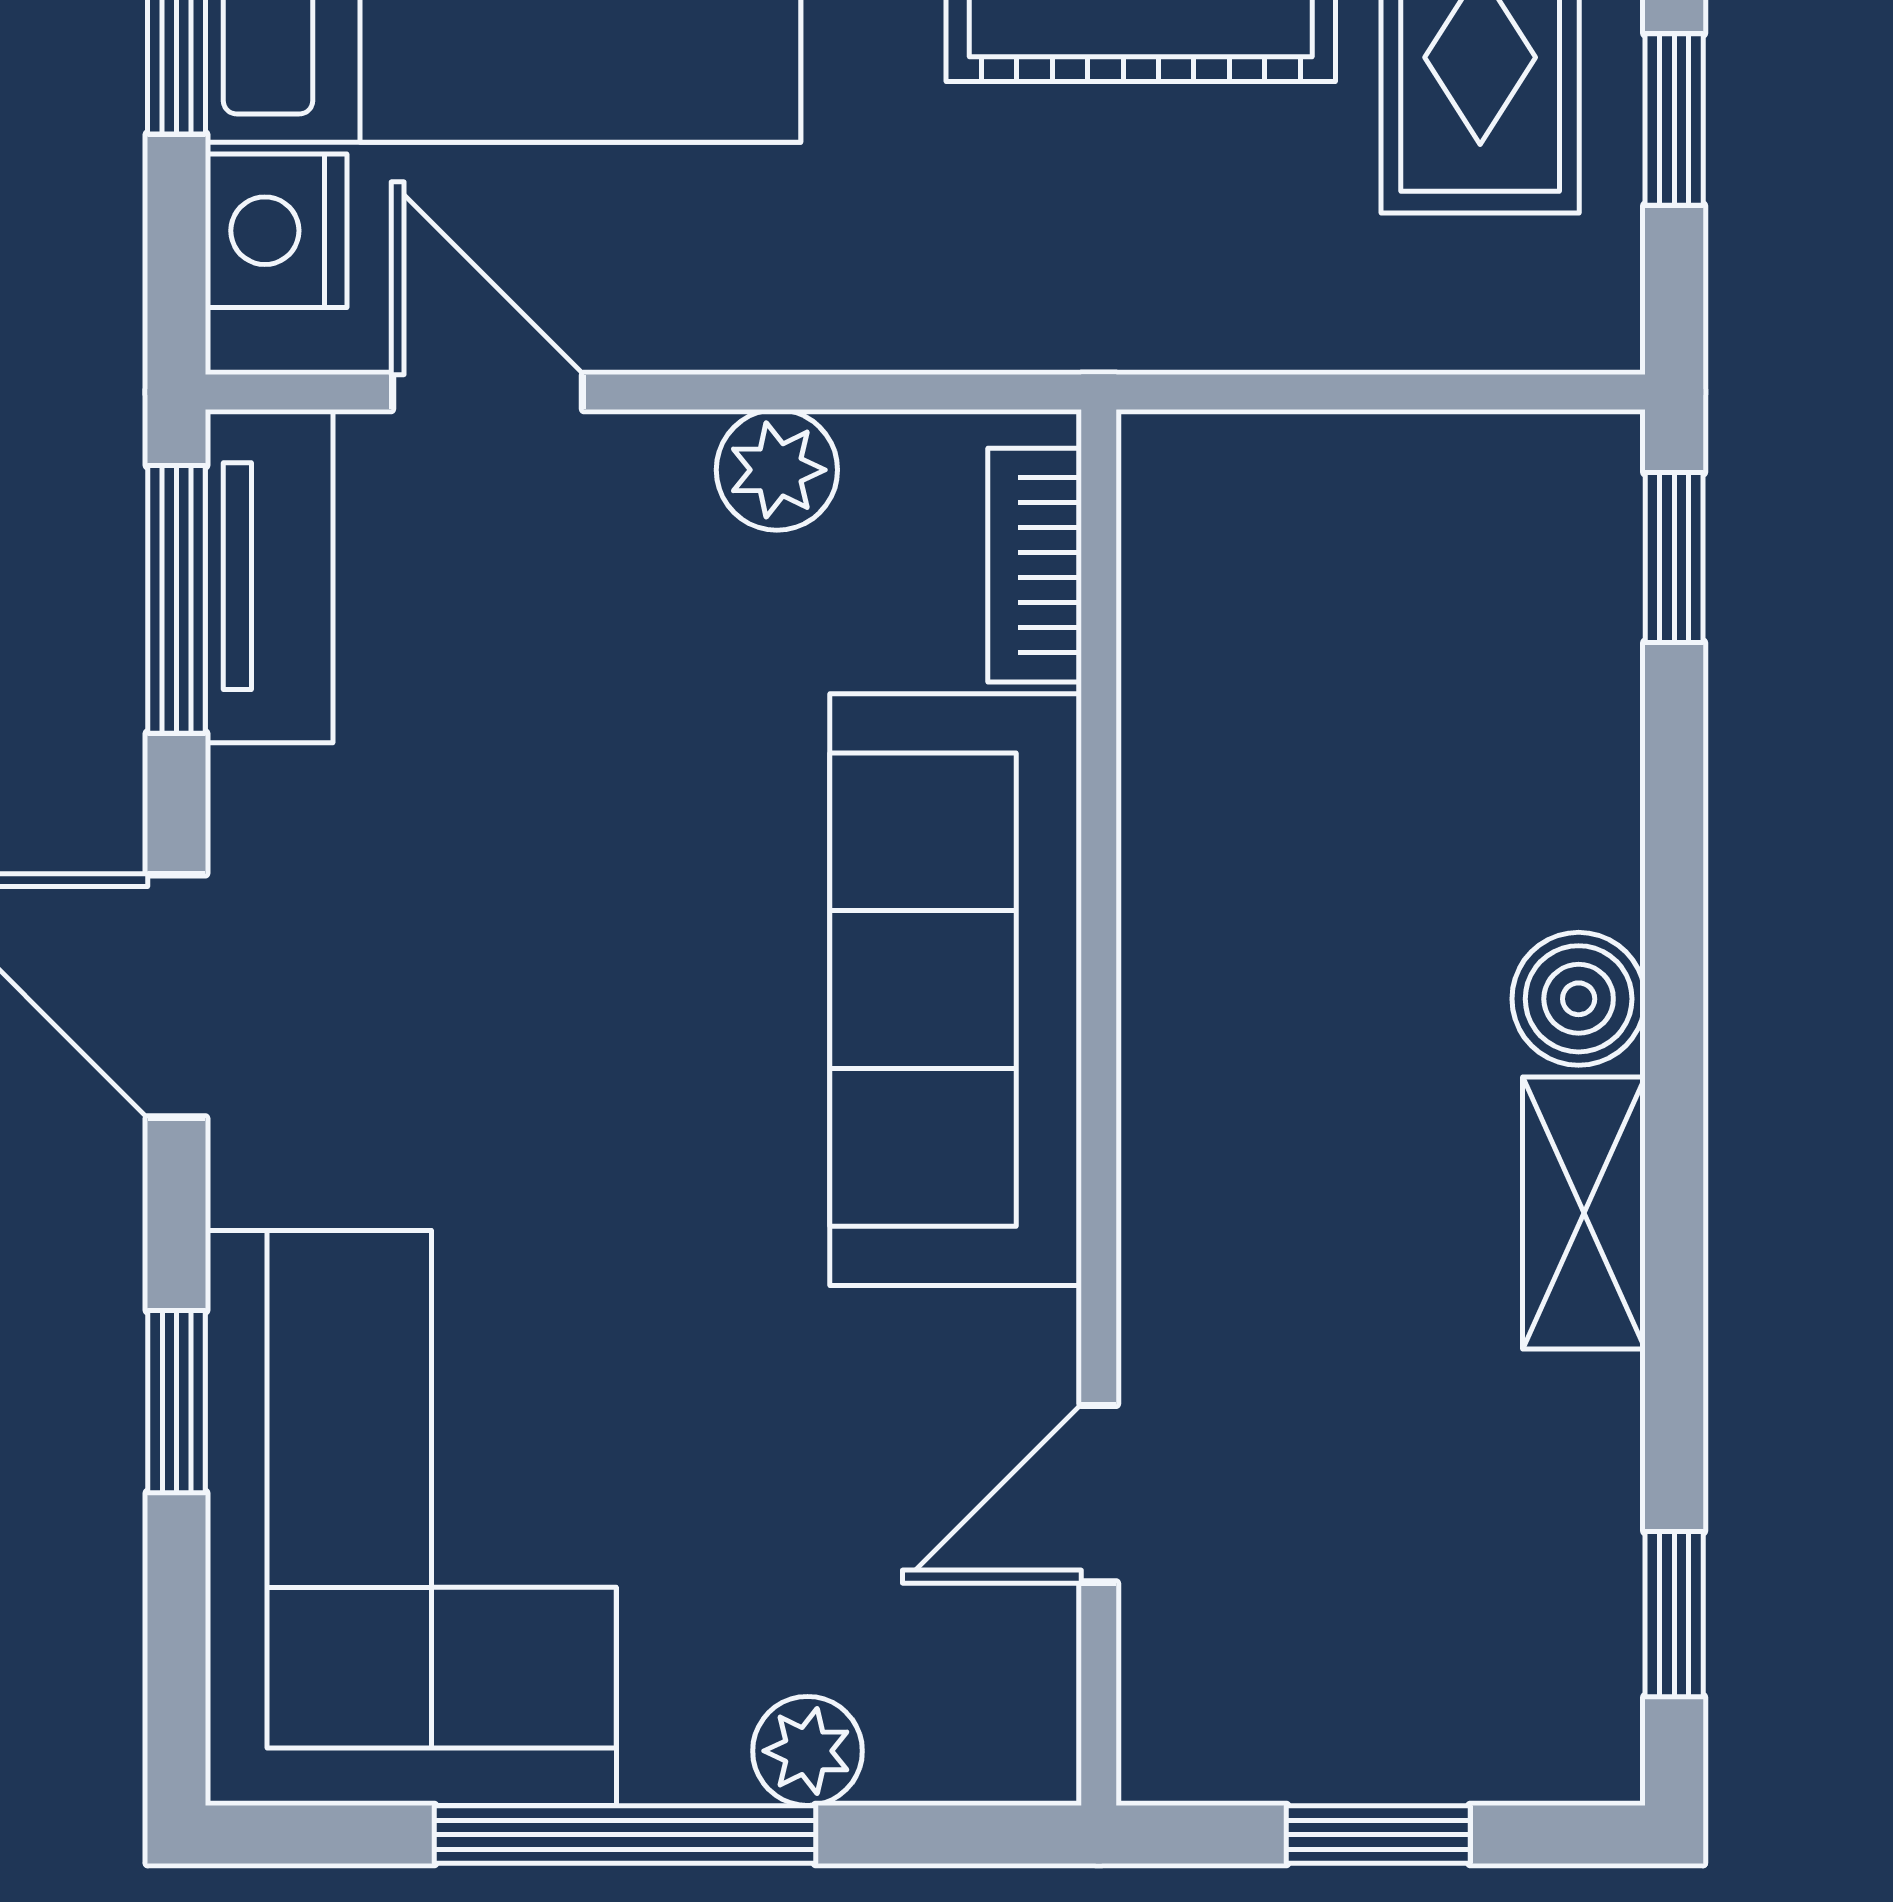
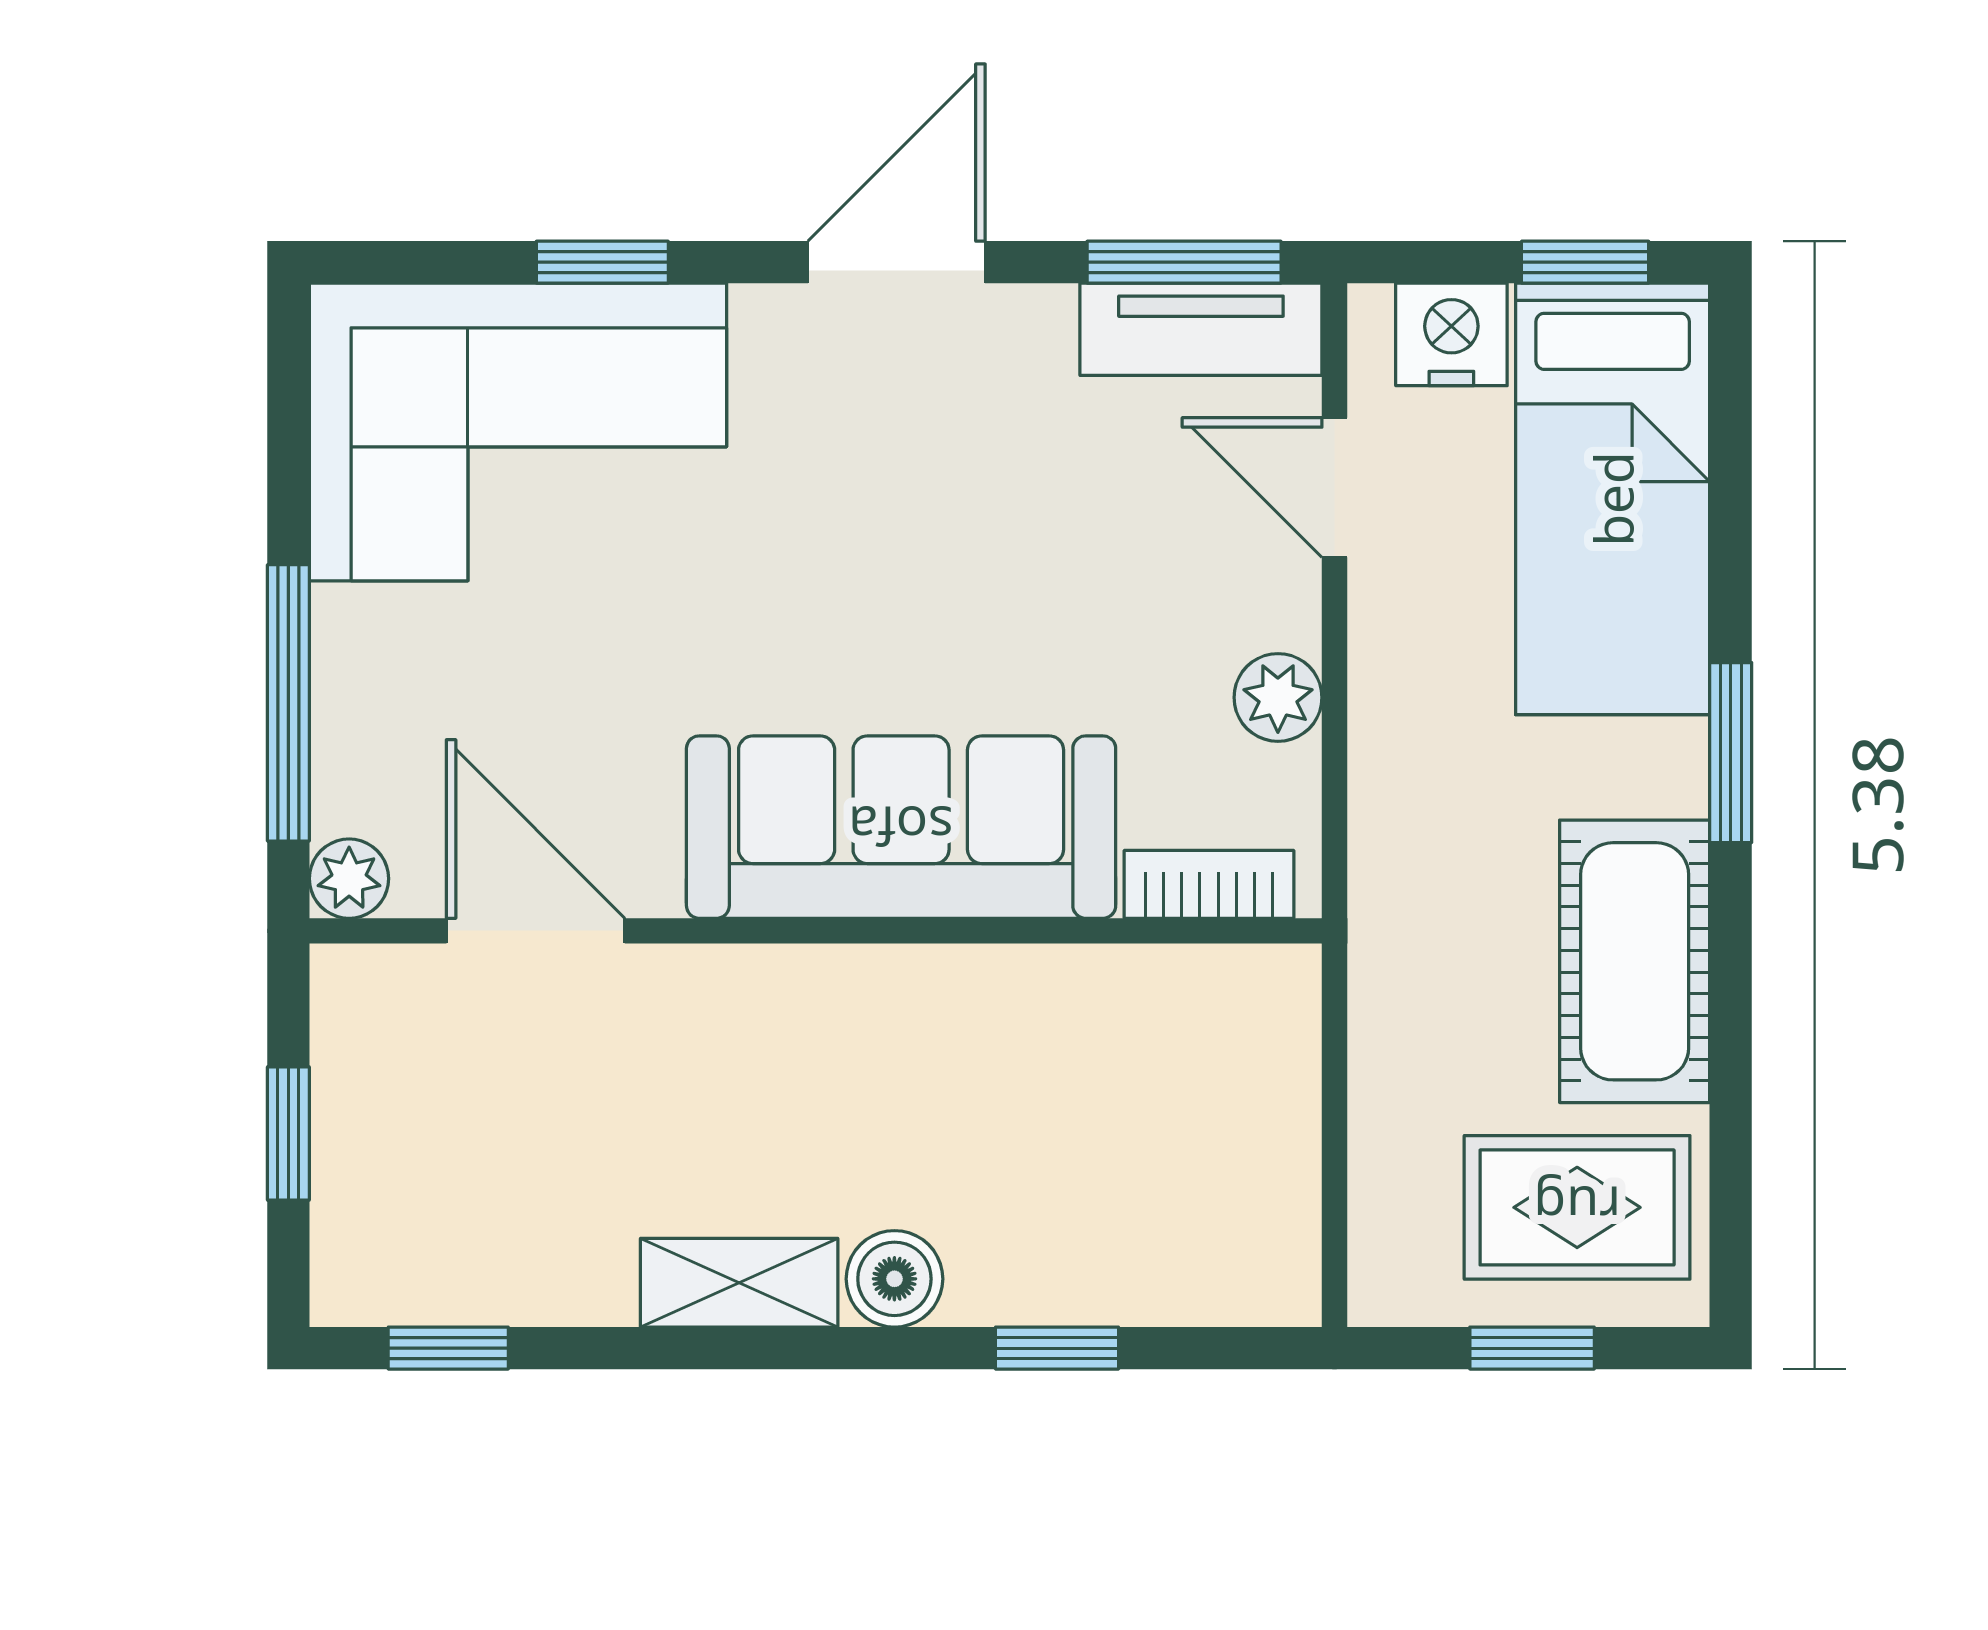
door: (487, 392) -> (1334, 488), swing flipped
window: (1674, 558) -> (1057, 1348), moved
door: (1099, 1494) -> (536, 931), width x1.38
plant: (808, 1751) -> (349, 879), moved
window: (625, 1835) -> (288, 703), moved

